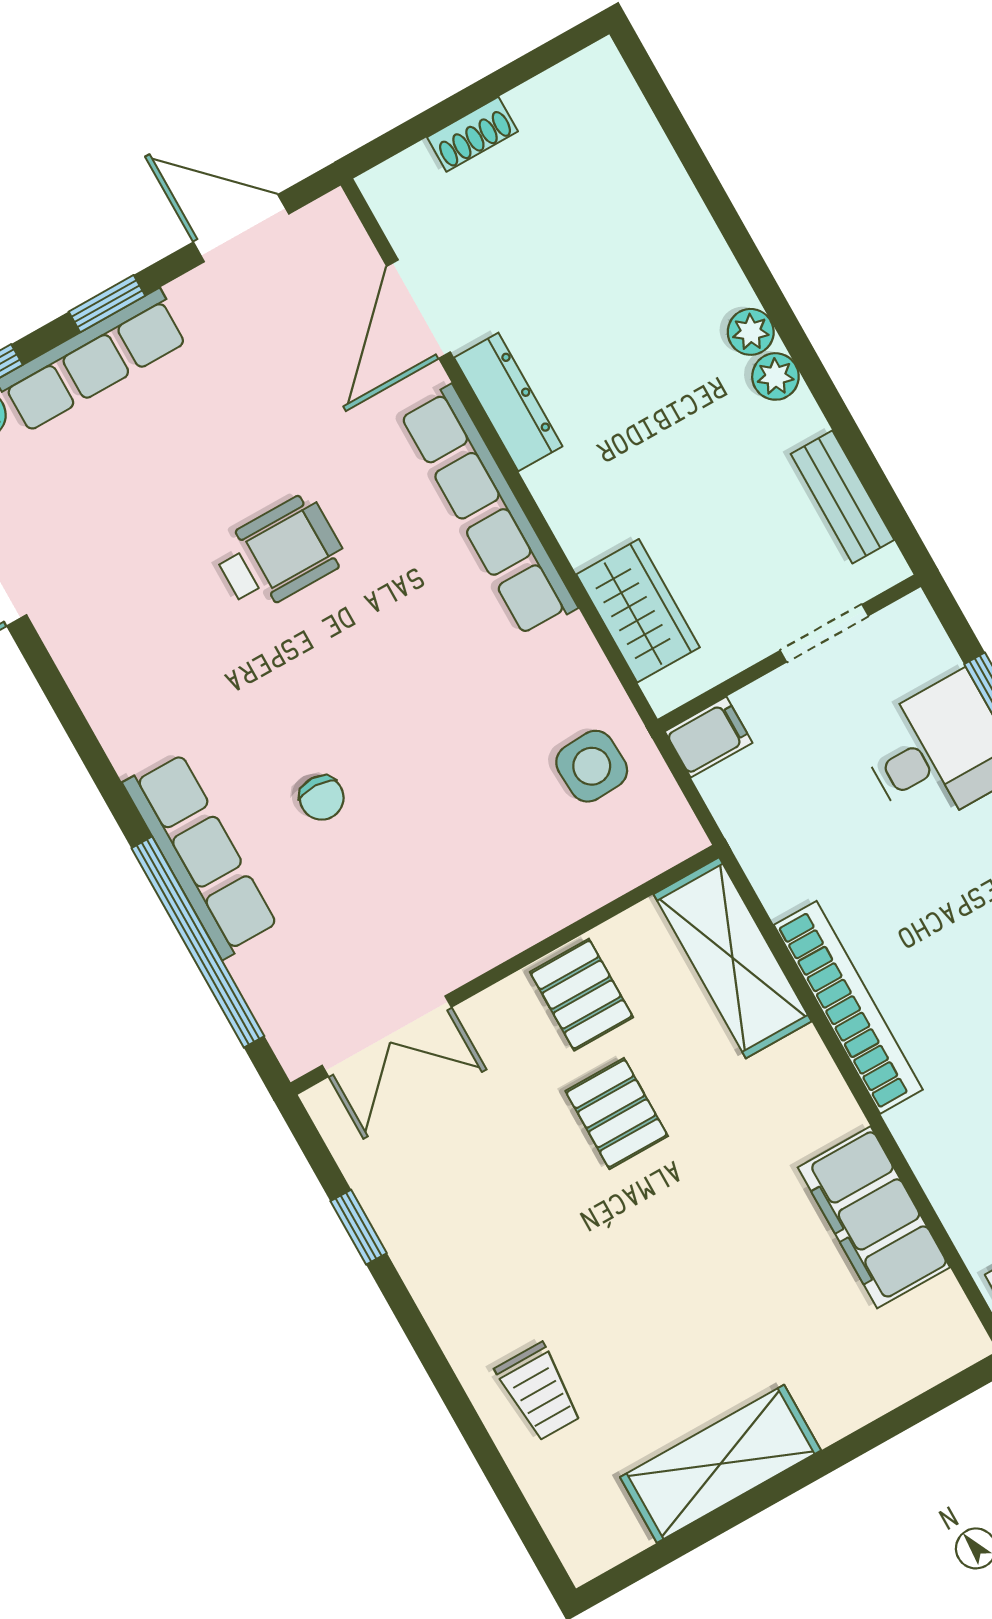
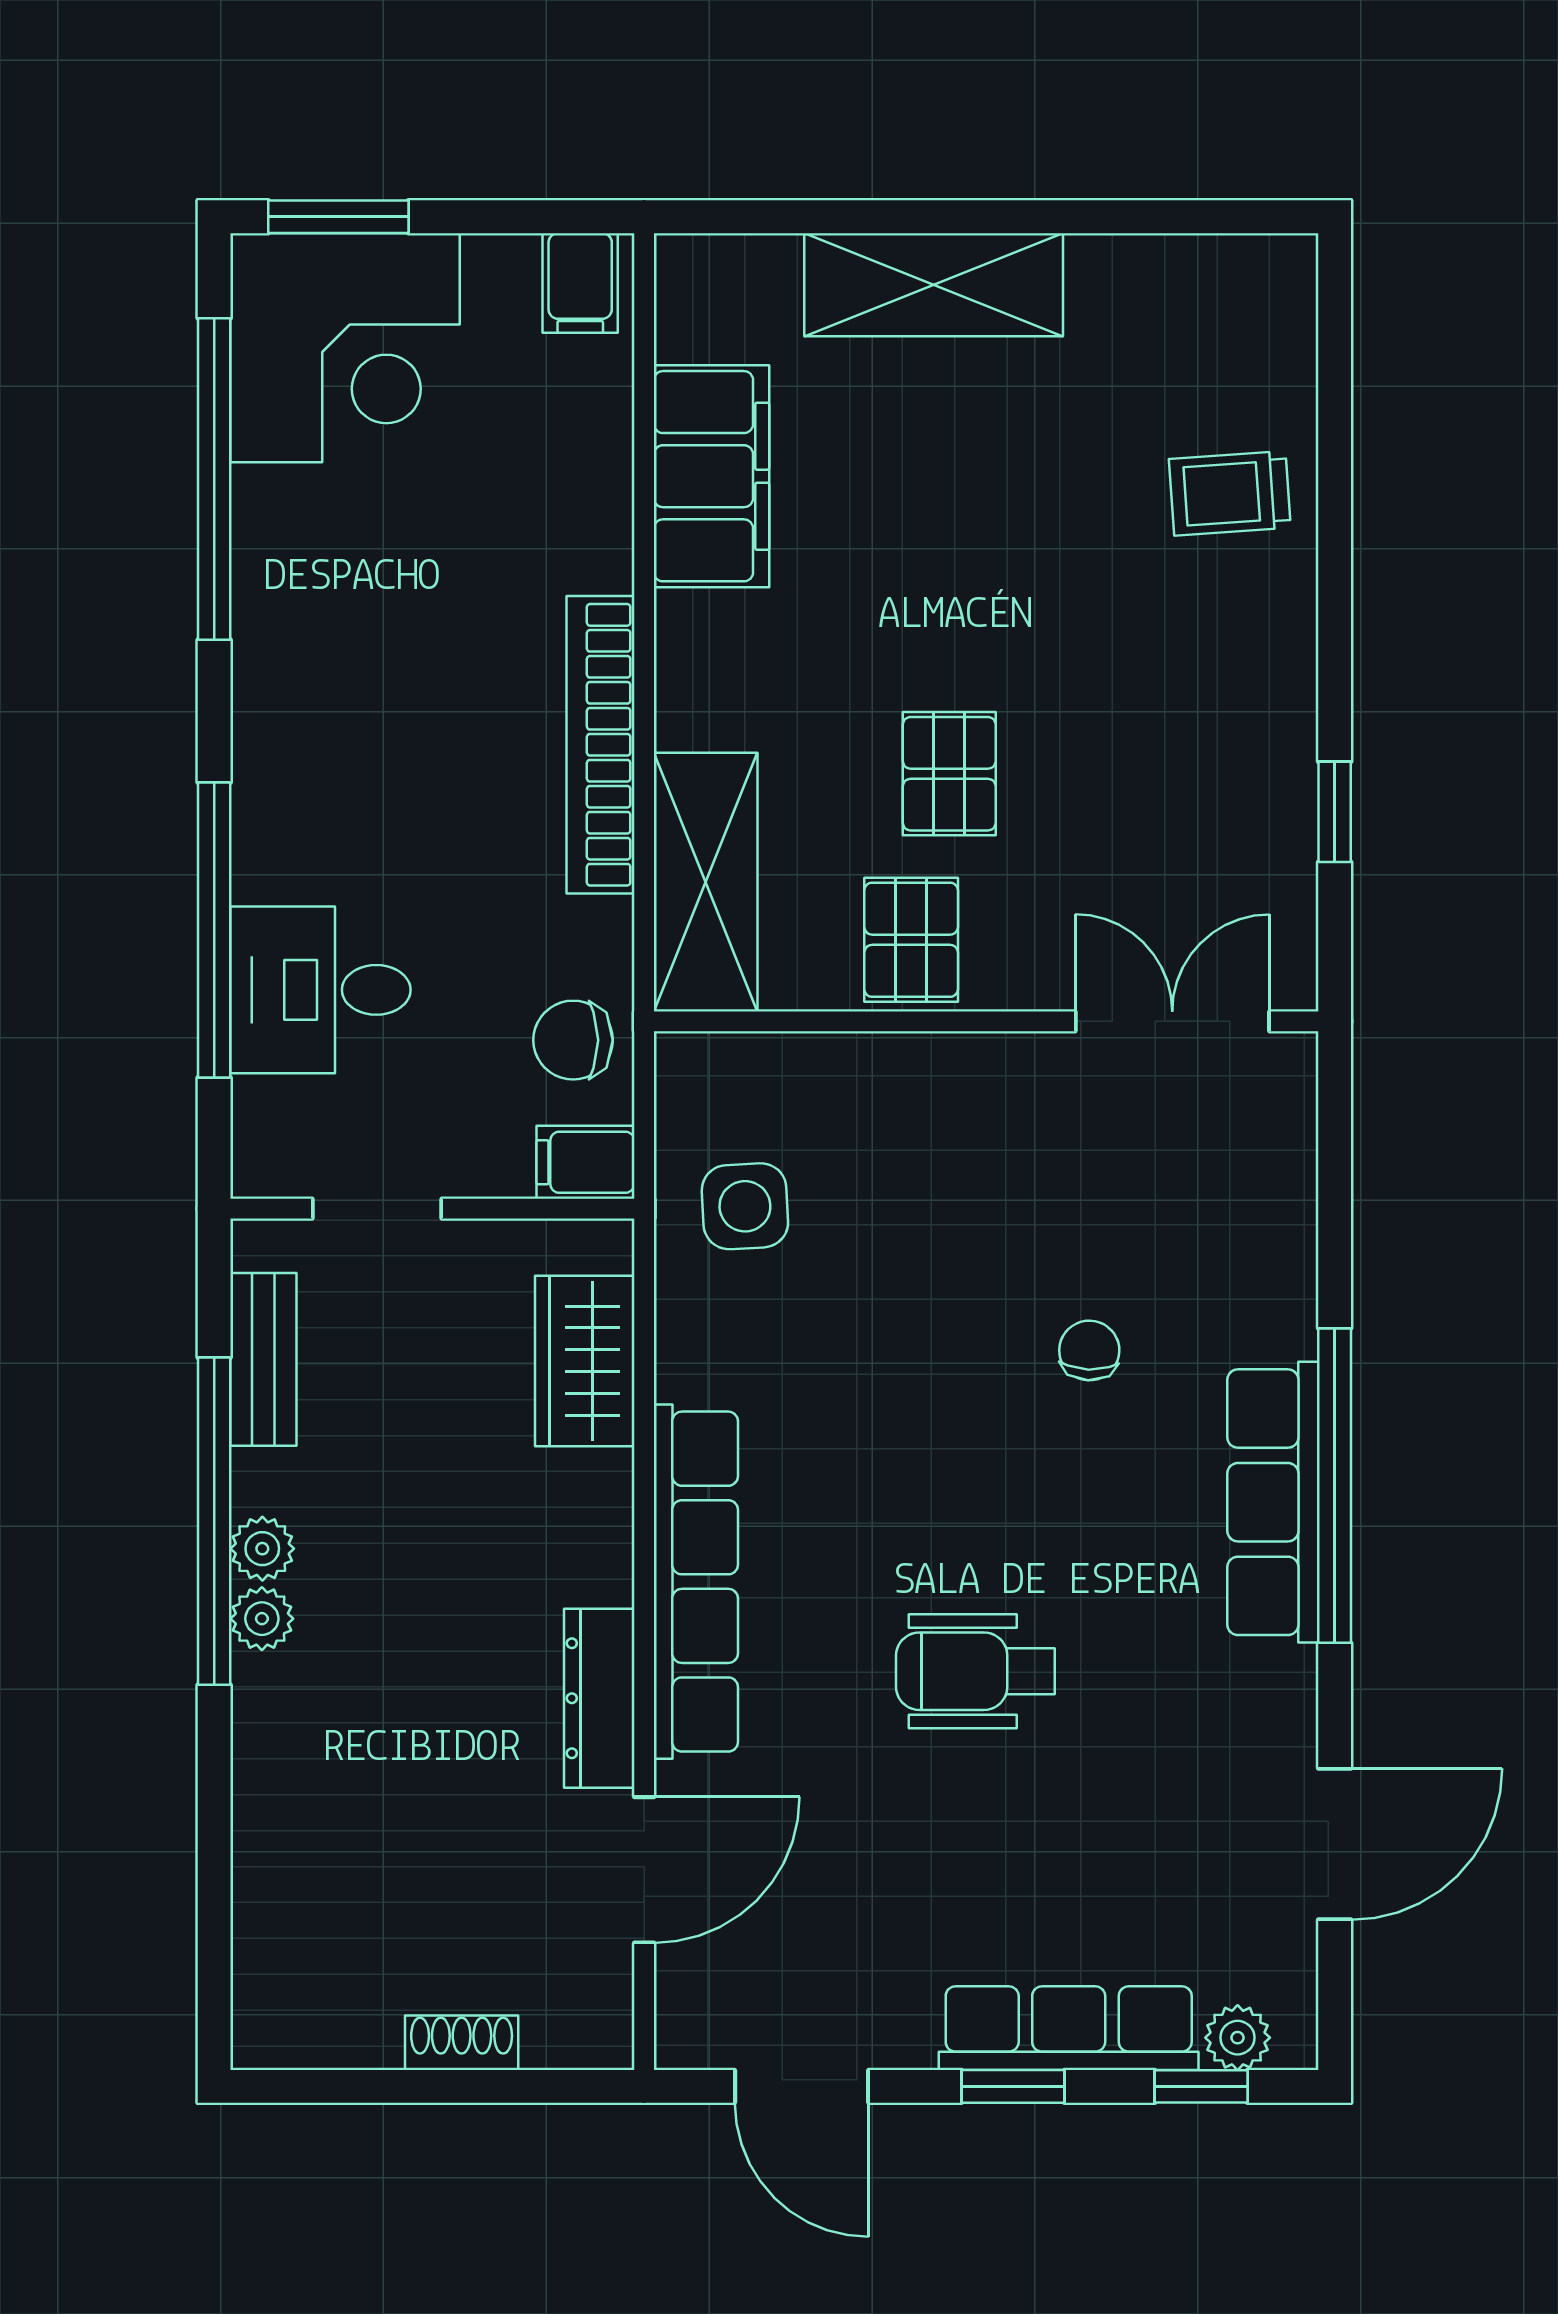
window: (816, 377) -> (214, 1521), added
chair: (760, 810) -> (573, 1040), added
row of seats: (201, 855) -> (1273, 1502), moved
window: (198, 942) -> (1335, 1486), moved
trolley: (539, 1392) -> (1230, 493), turned -94
shelving: (721, 1464) -> (934, 285), moved

